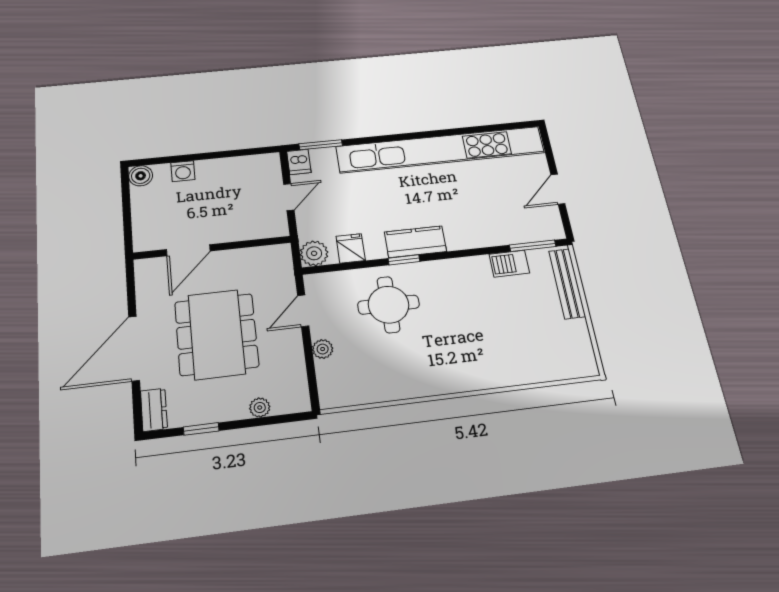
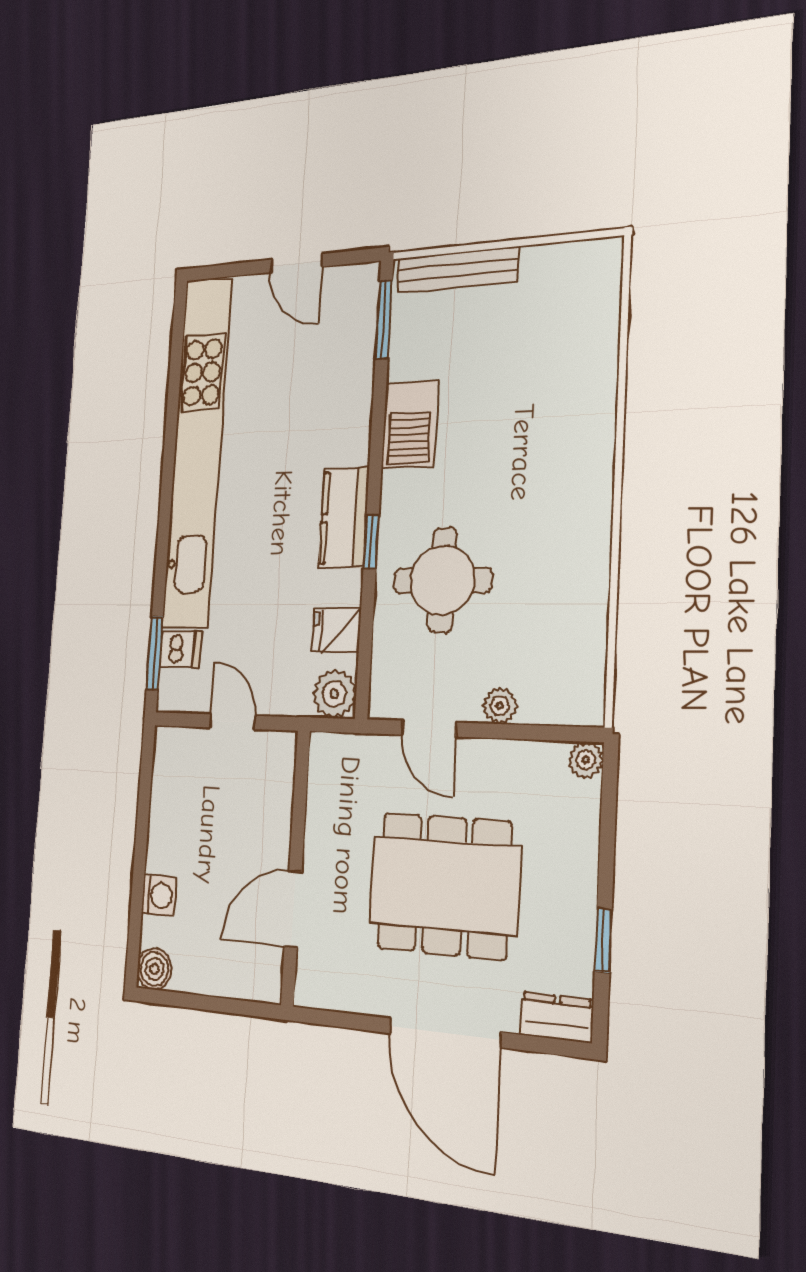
dishwasher: (299, 162) -> (180, 649), moved
door: (188, 250) -> (293, 909), swing flipped
barbecue: (509, 264) -> (409, 425), moved, width x1.38, depth x1.27
plant: (260, 408) -> (586, 760), moved

